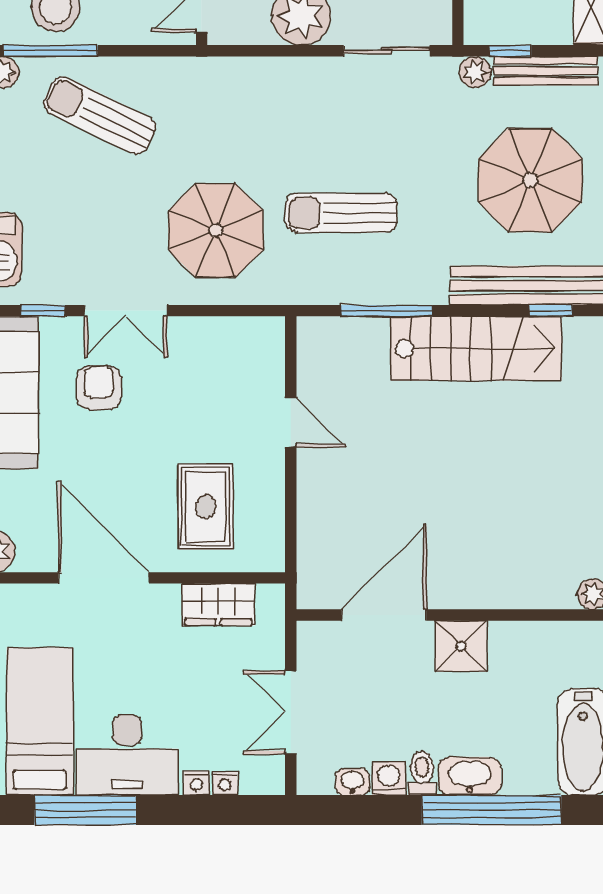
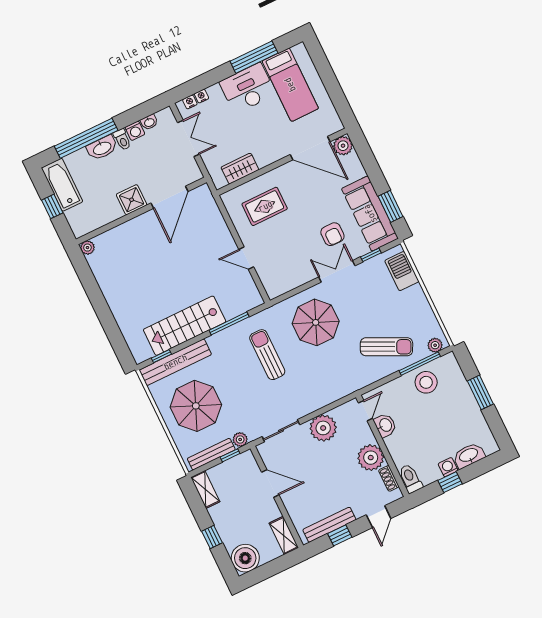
sun lounger: (341, 213) -> (267, 355), turned -90
rug: (206, 507) -> (265, 206), turned 90
door: (104, 578) -> (310, 148), moved
nightstand: (197, 783) -> (190, 102), moved

